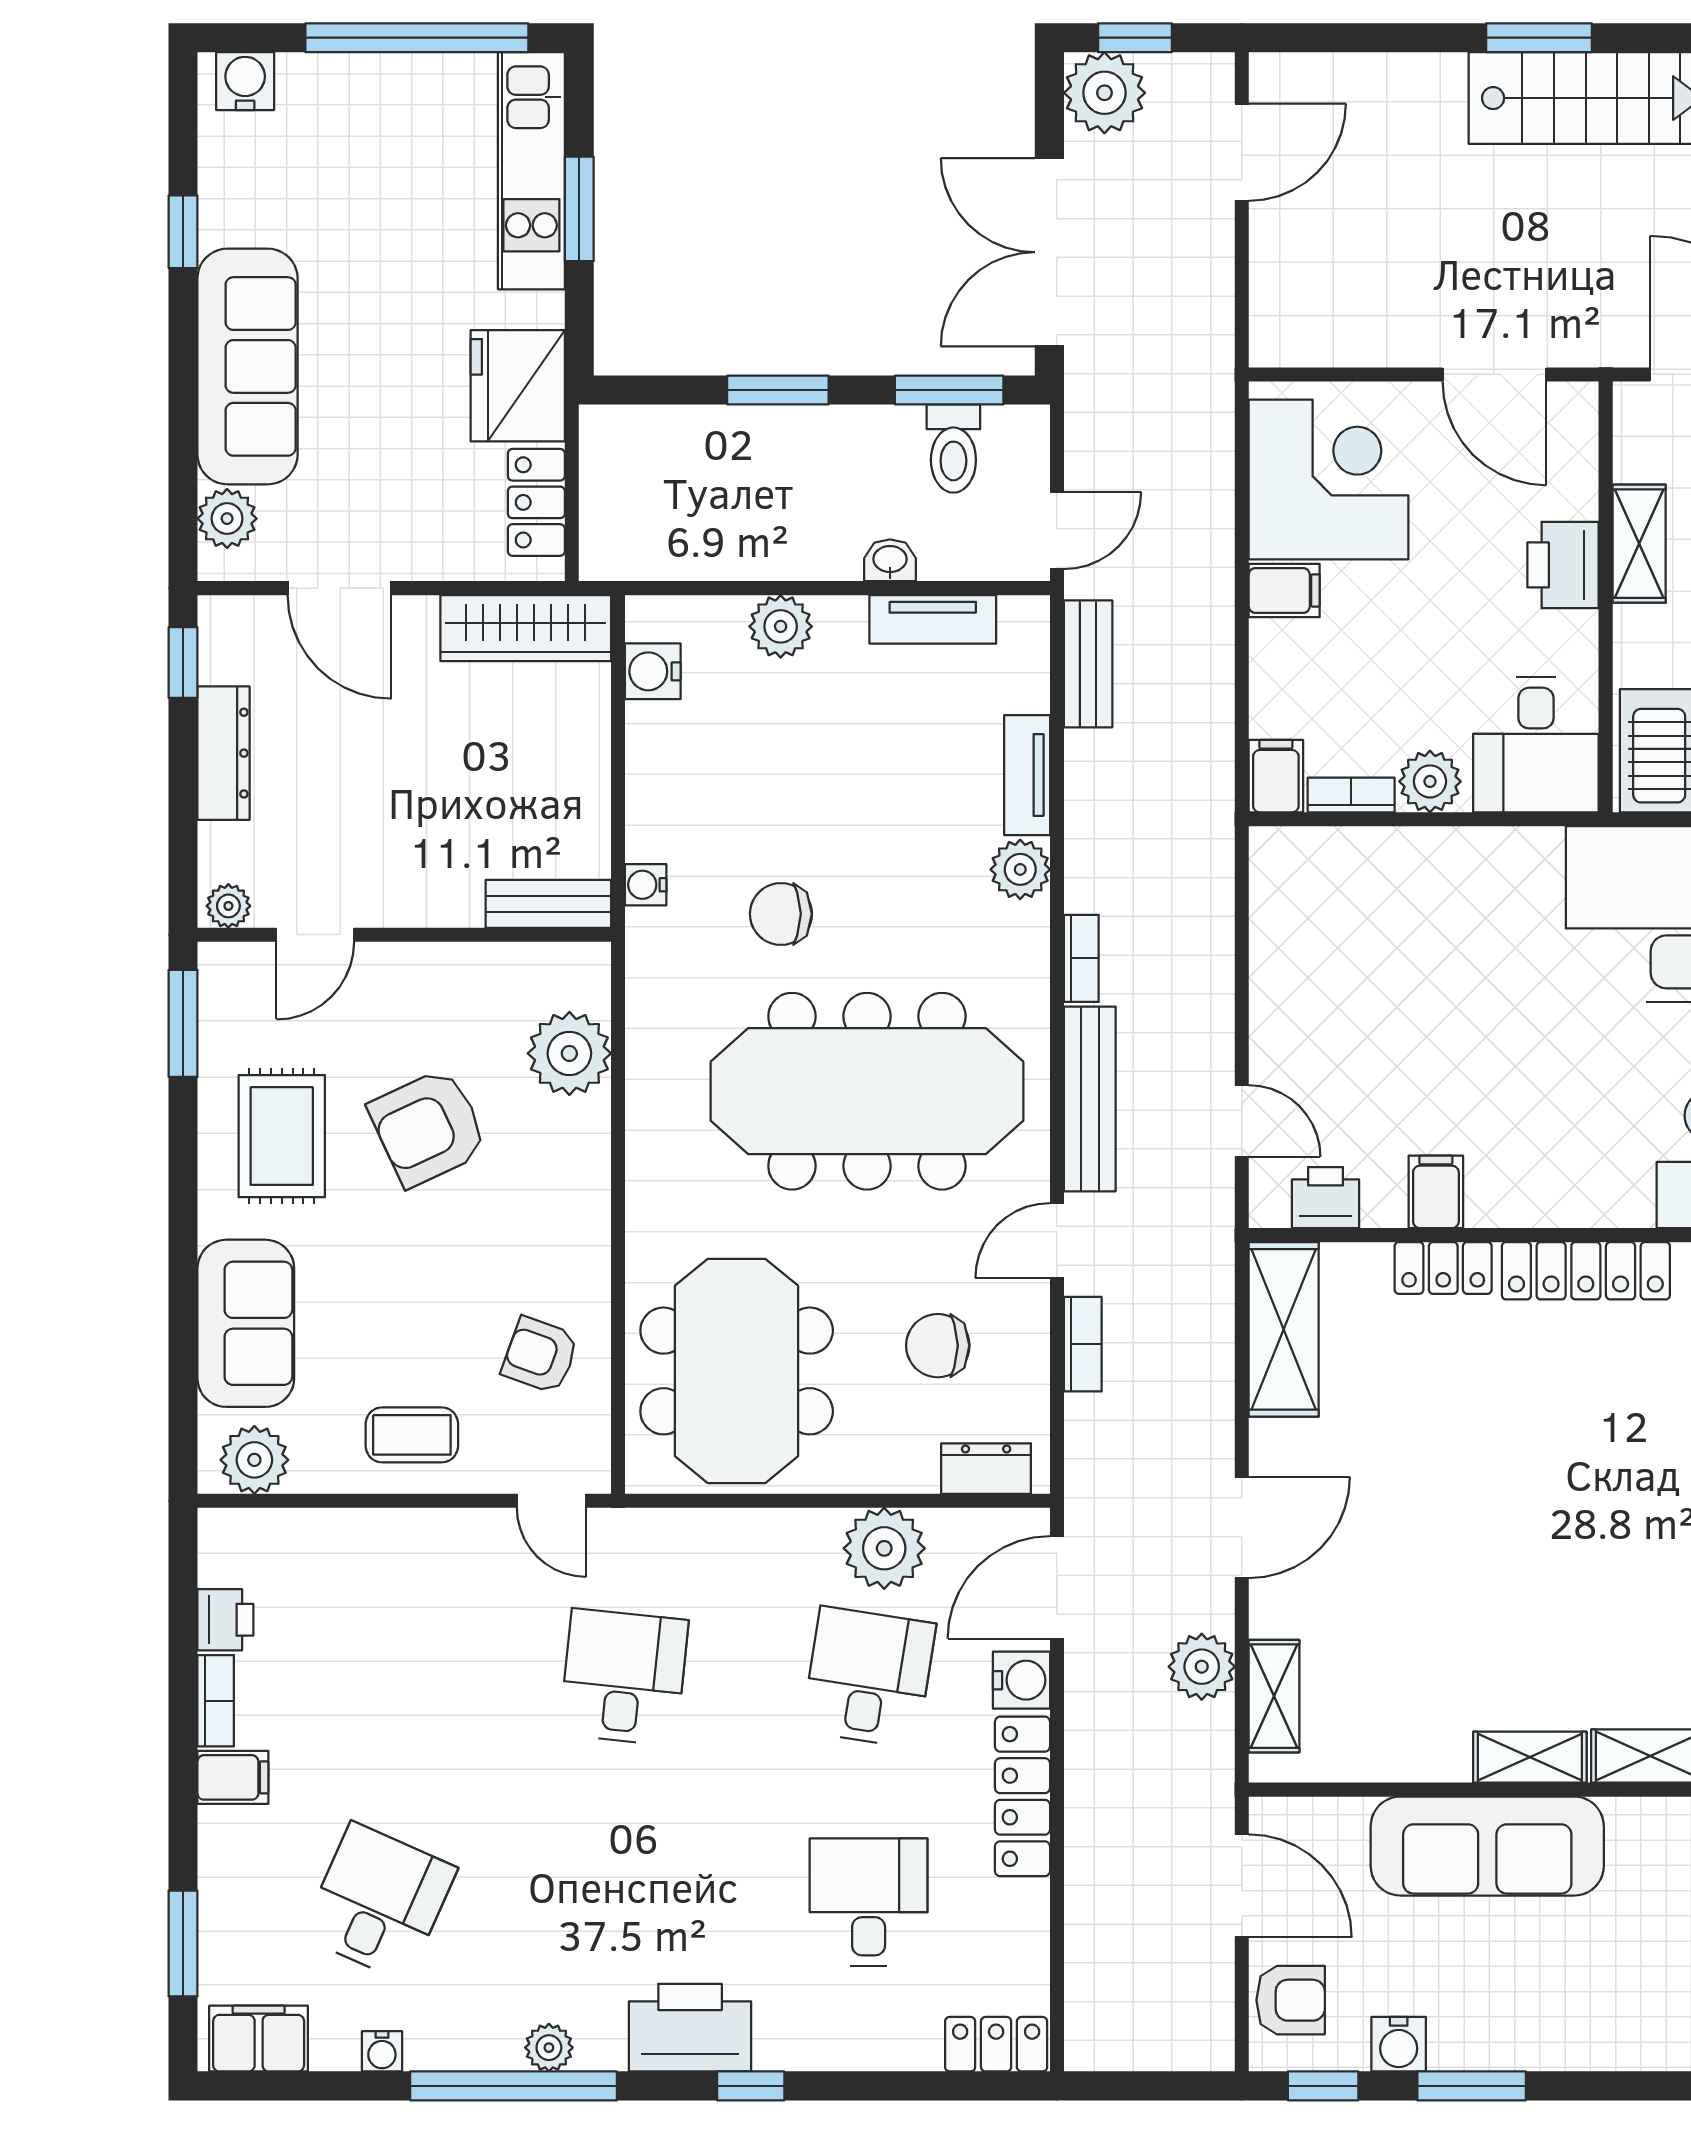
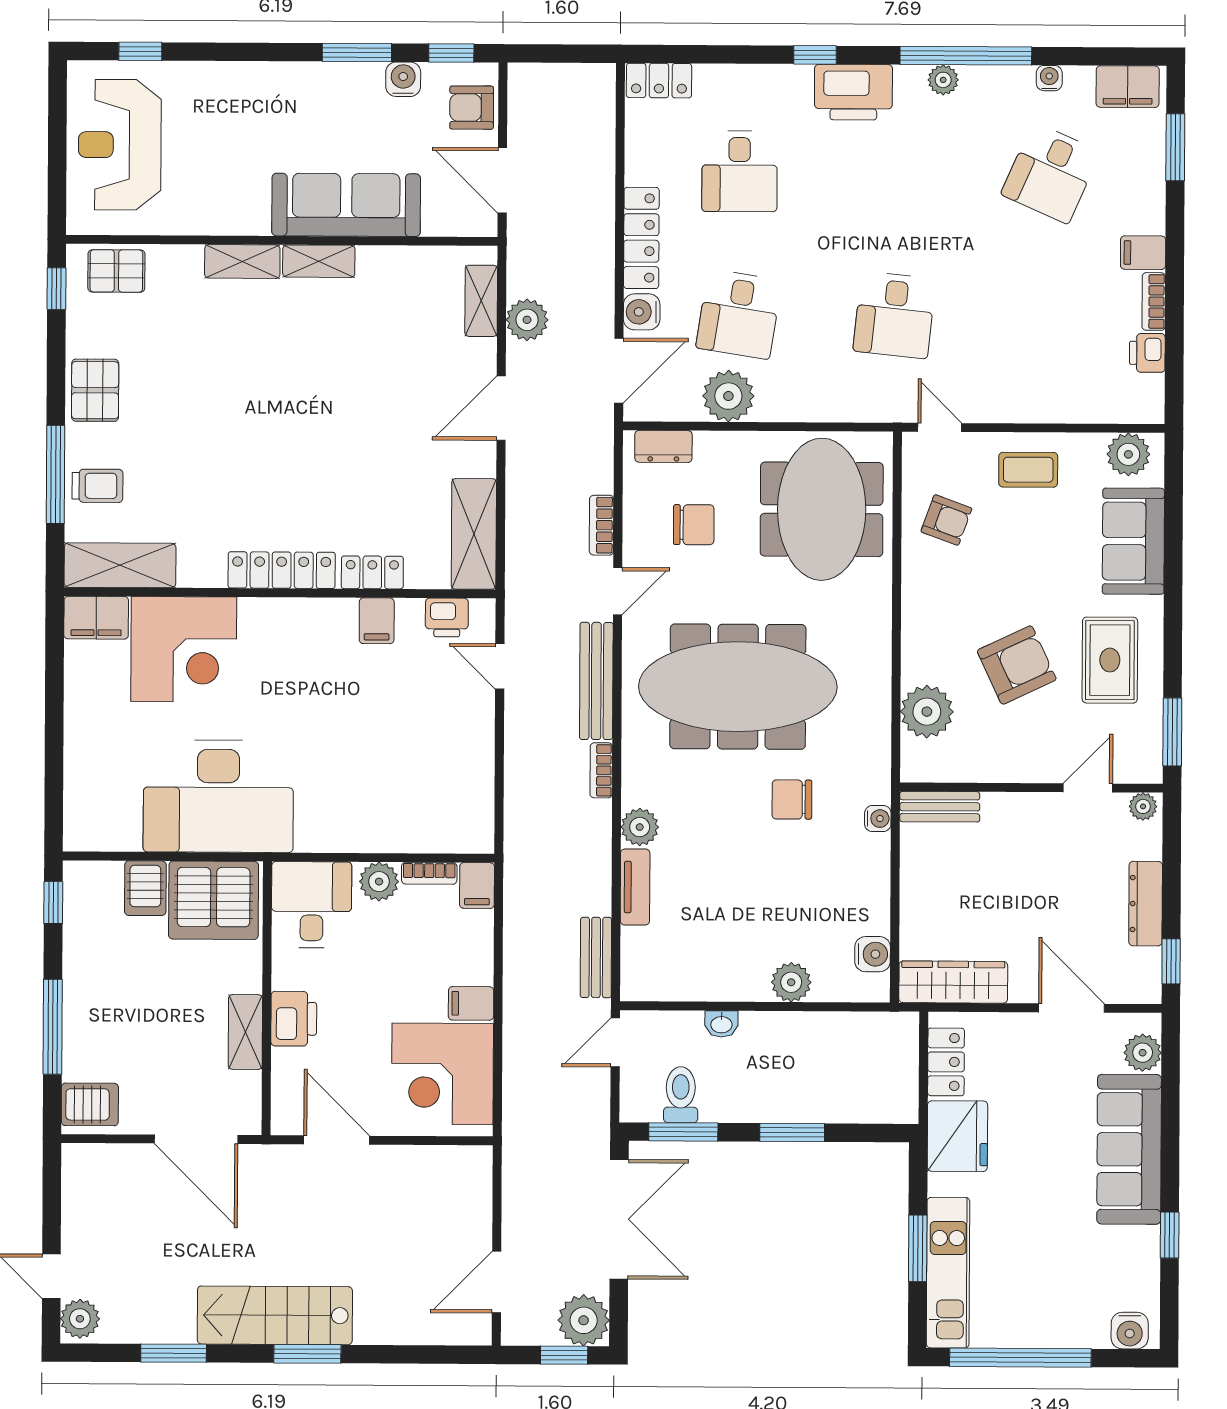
tv unit: (933, 619) -> (694, 986), removed
chair: (781, 914) -> (792, 800), turned 180

